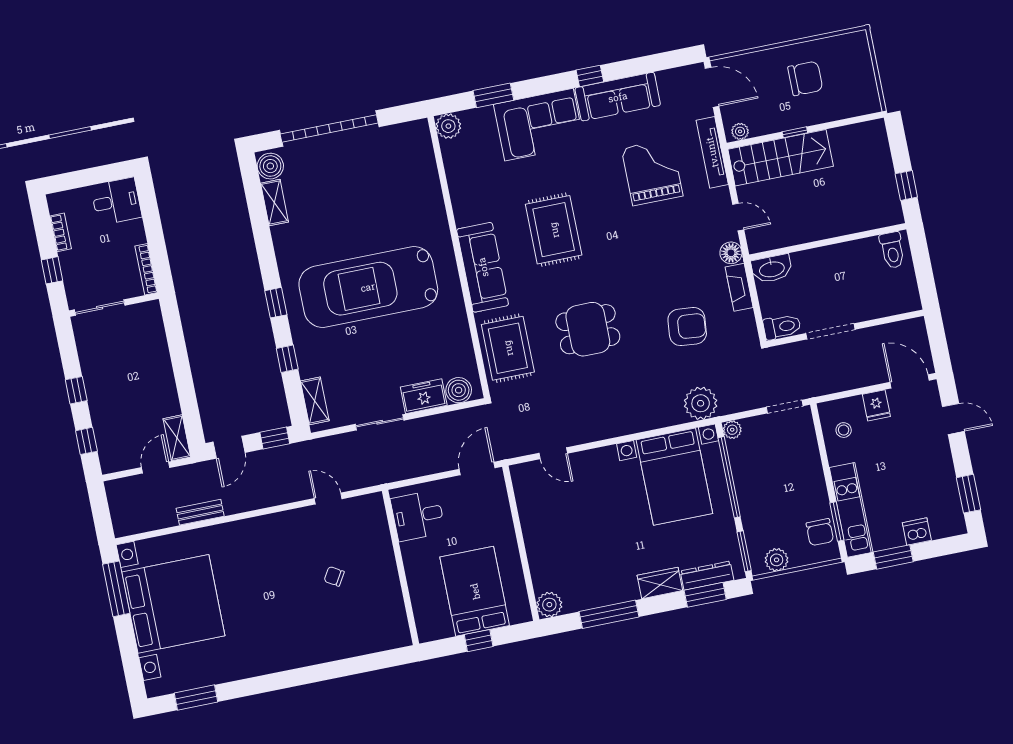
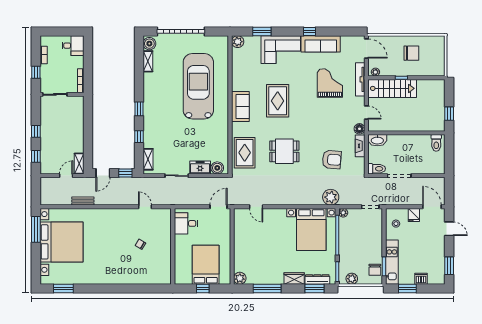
sofa: (483, 267) -> (240, 106), width x0.73
car: (368, 287) -> (198, 86), moved, turned 90

